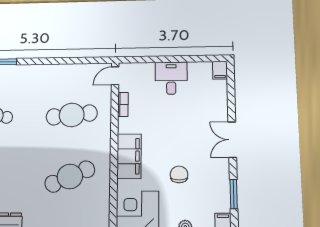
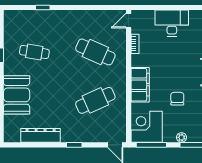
desk: (171, 78) -> (172, 23), width x1.37
cafe table: (72, 115) -> (95, 52), turned 30

